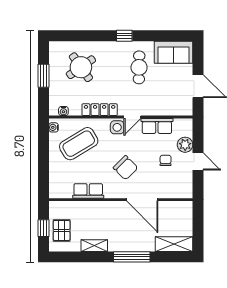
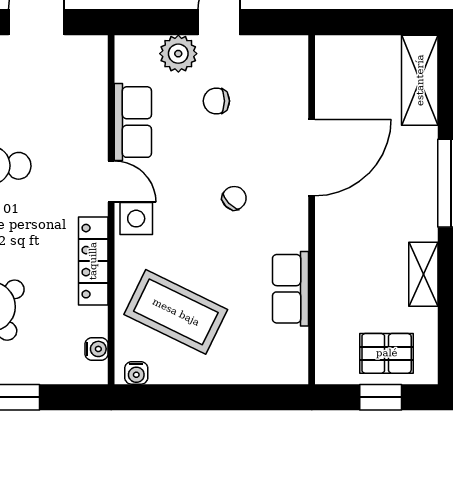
coffee table: (79, 144) -> (176, 312), turned -33
chair: (126, 168) -> (234, 198), width x0.54, depth x0.54

